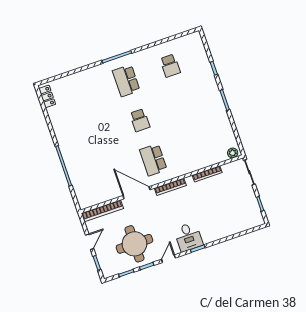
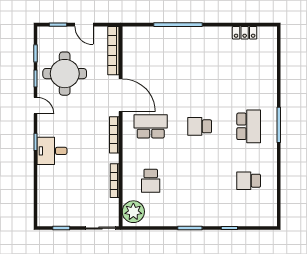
school desk: (126, 81) -> (249, 126), turned 90
locker: (47, 96) -> (245, 33), moved
school desk: (197, 145) -> (151, 181), added
plant: (233, 153) -> (133, 212), width x1.87, depth x1.87
door: (137, 193) -> (121, 95), hinge flipped
desk: (188, 237) -> (52, 151), moved

